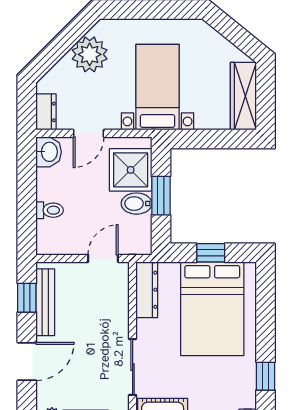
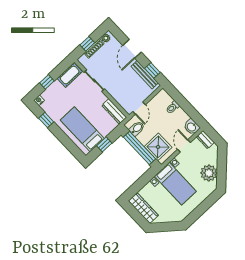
window: (161, 196) -> (139, 148), width x2.11
bidet: (136, 204) -> (137, 128), moved
bed: (212, 309) -> (82, 129), width x0.67

